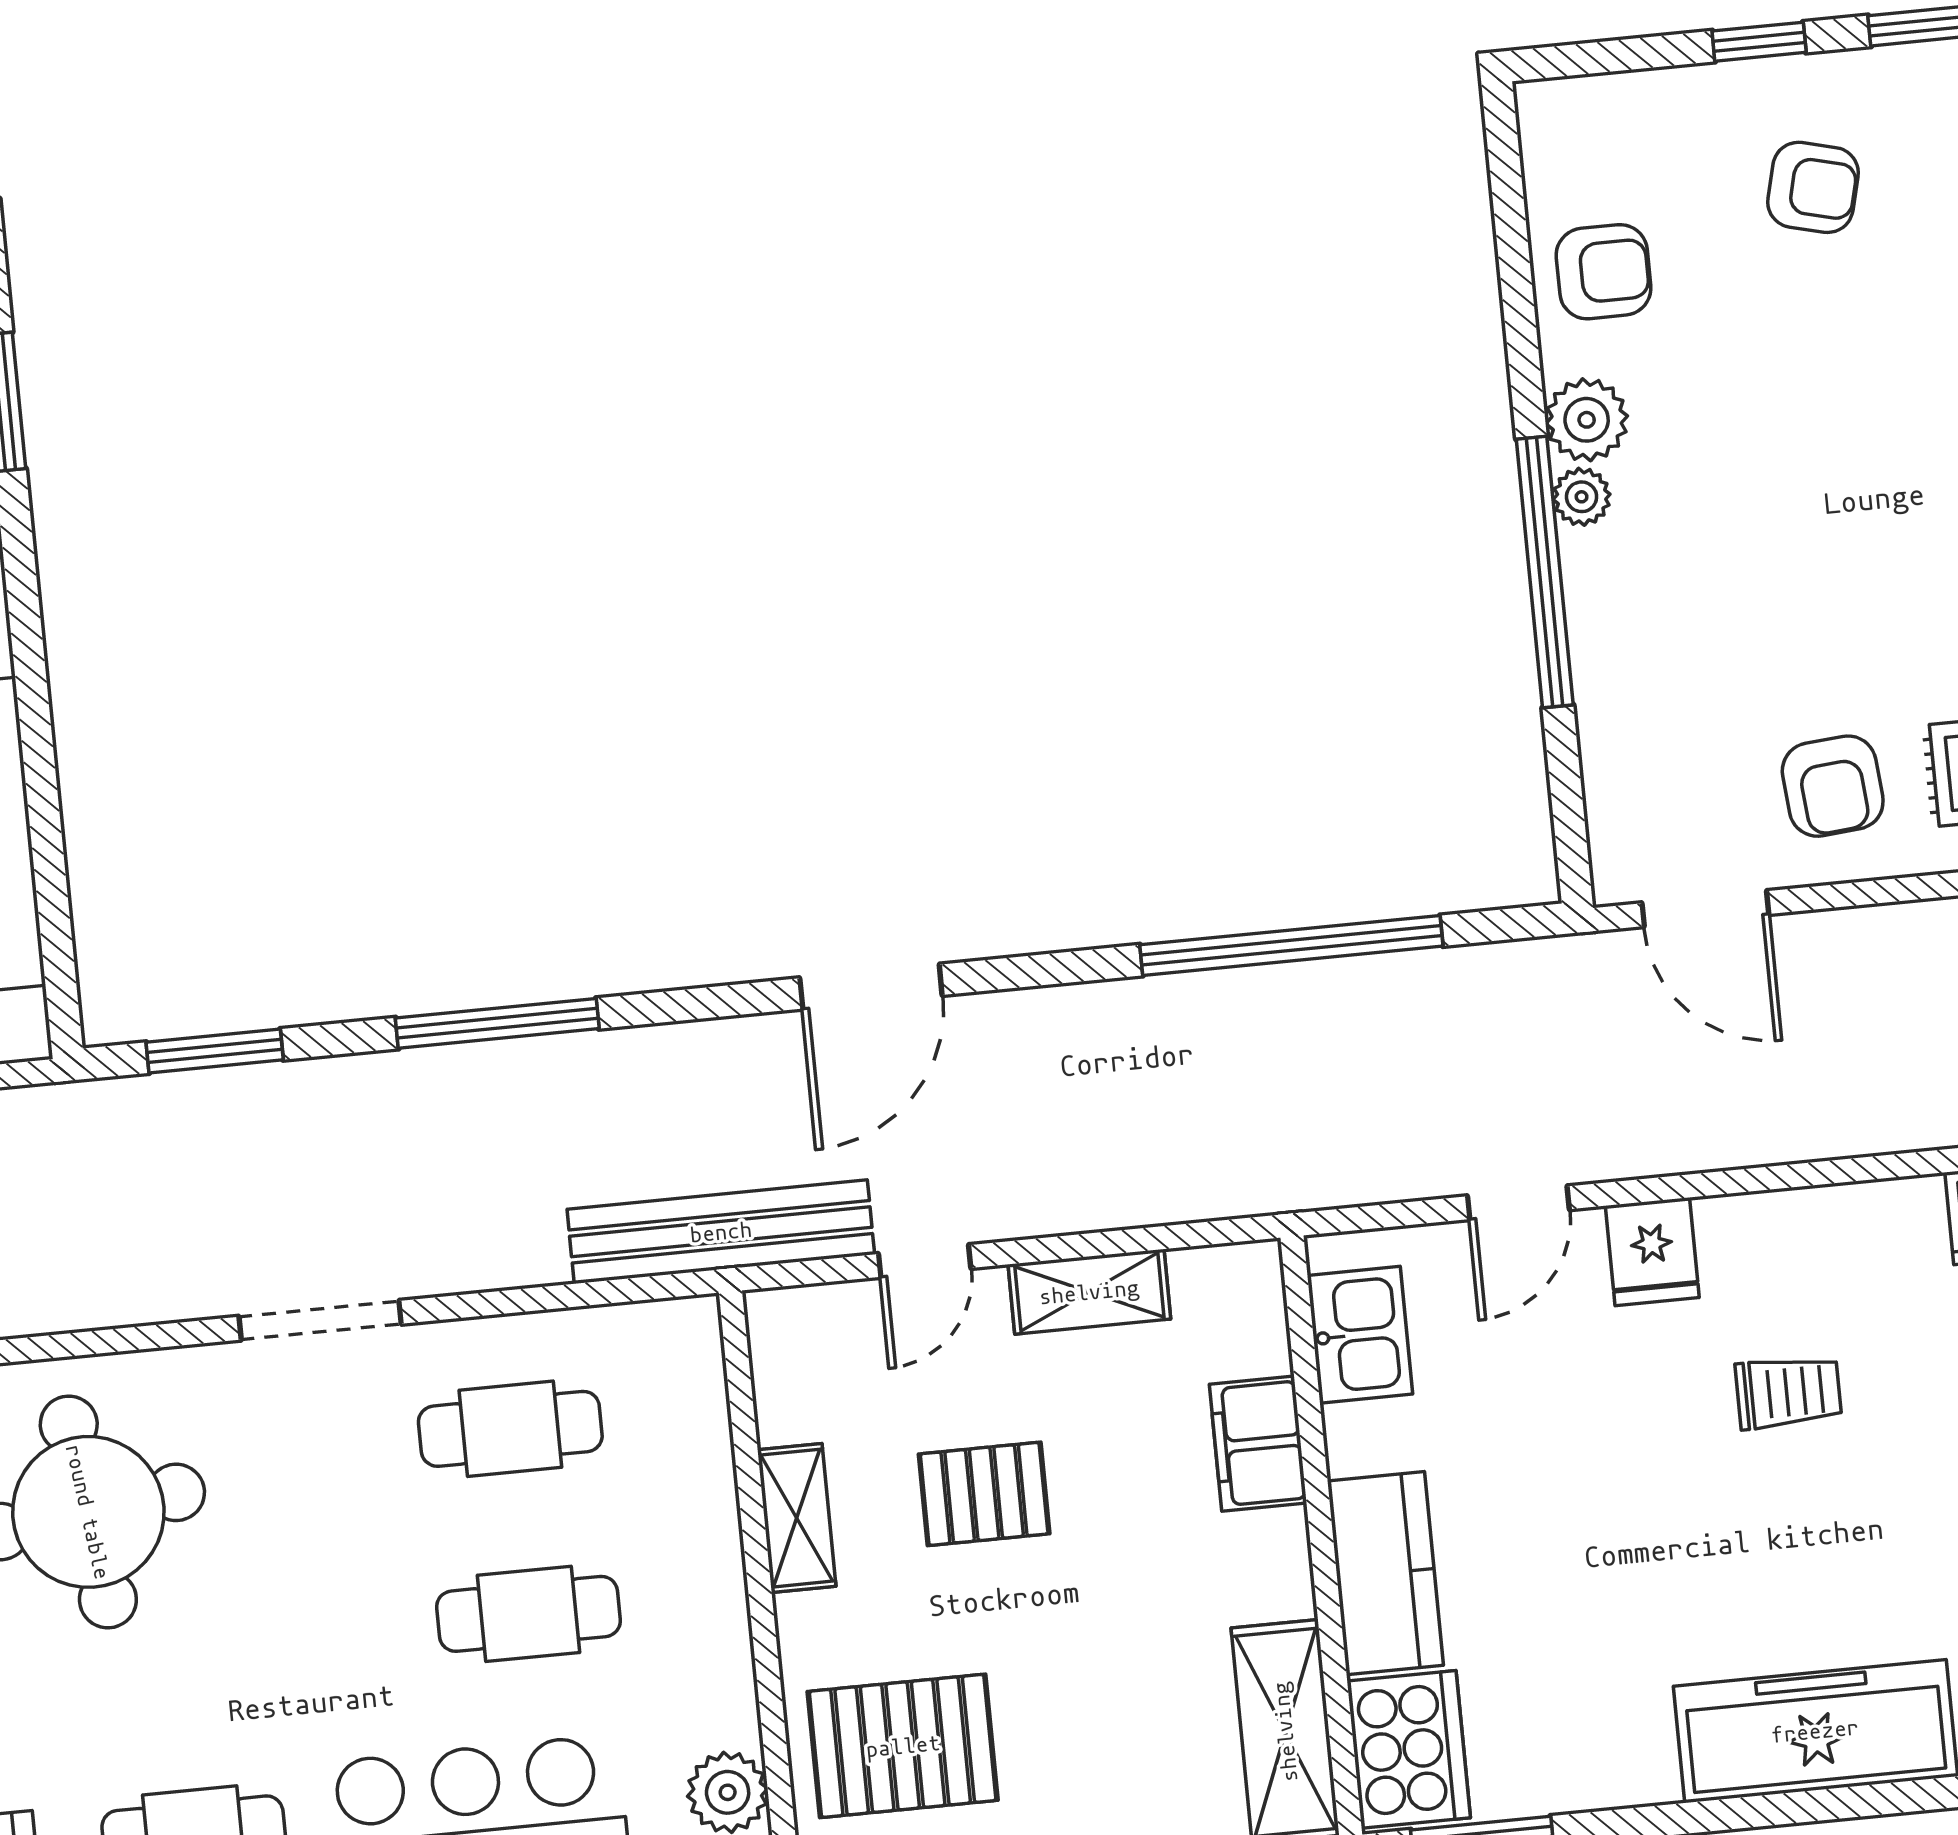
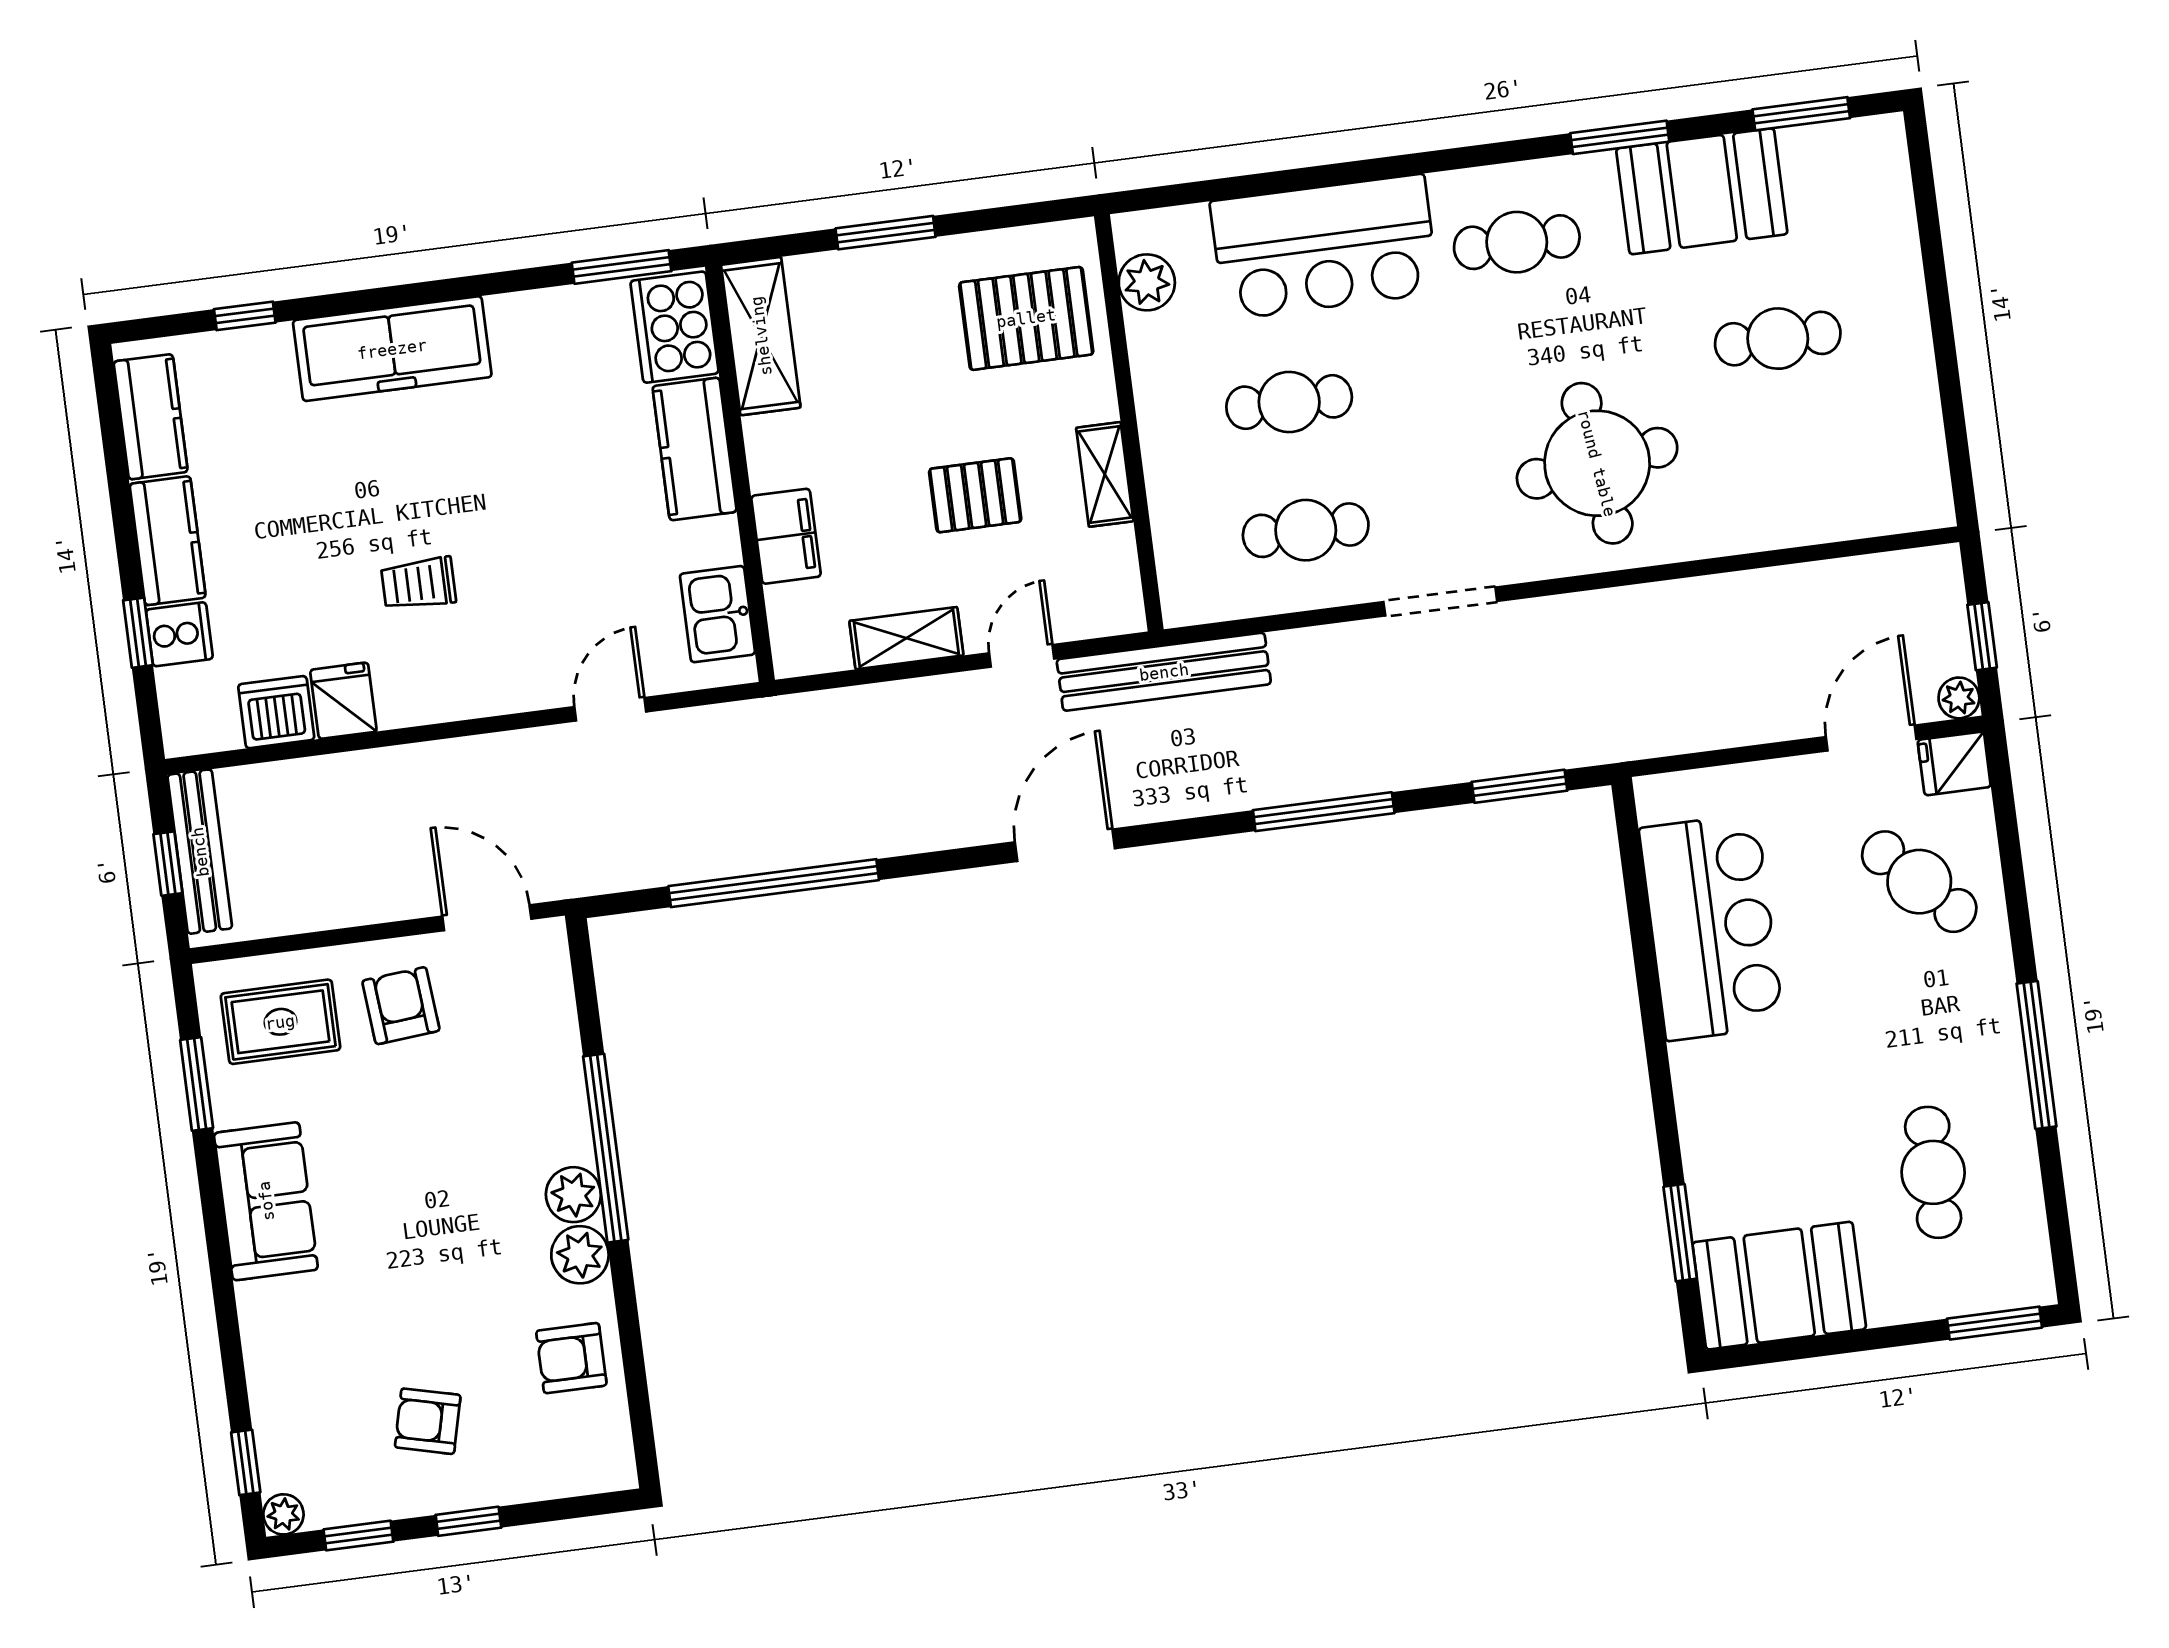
plant: (1582, 497) -> (573, 1195), width x1.38, depth x1.38
fridge: (1652, 1252) -> (343, 701), moved

